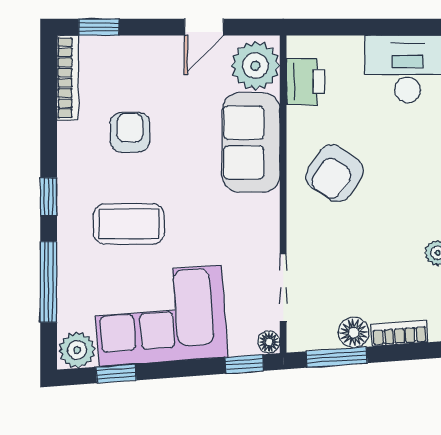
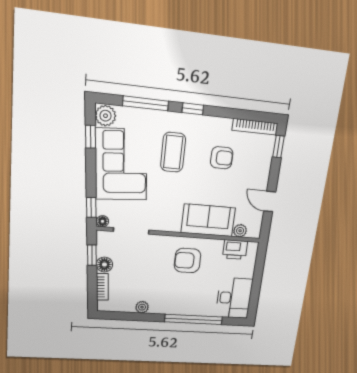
plant: (255, 66) -> (240, 231), width x0.53, depth x0.53
armchair: (335, 173) -> (187, 261), turned -34
window: (337, 357) -> (92, 255), width x0.67

